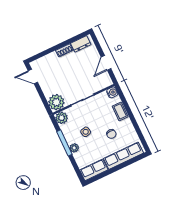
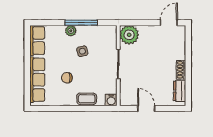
plant: (62, 118) -> (110, 33), removed

